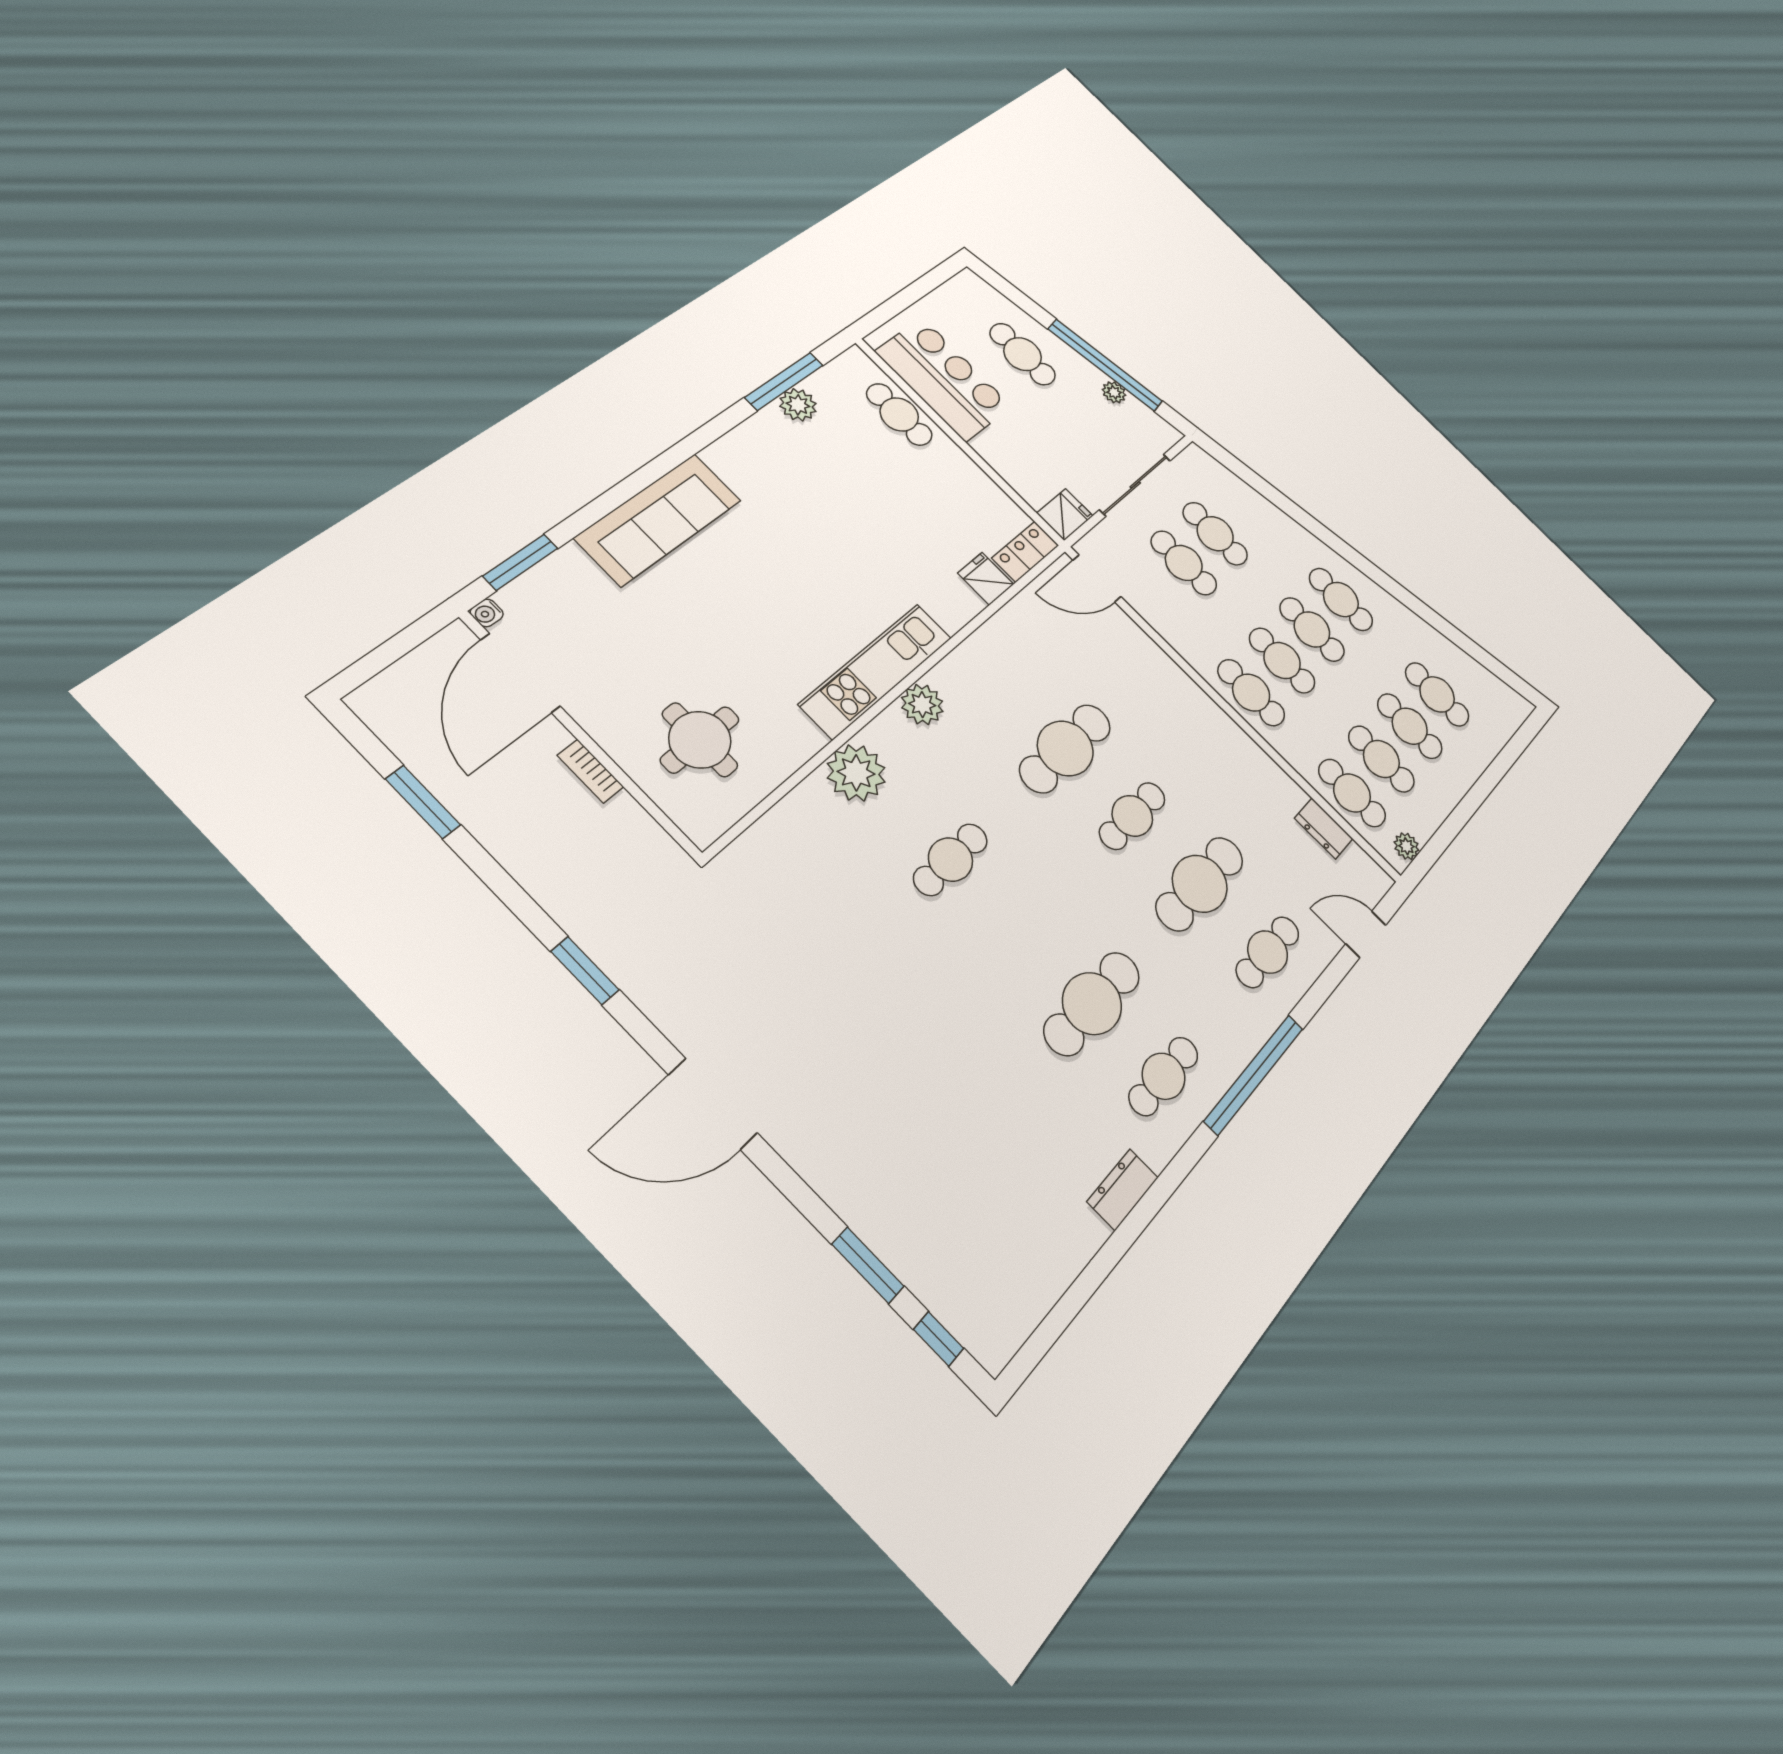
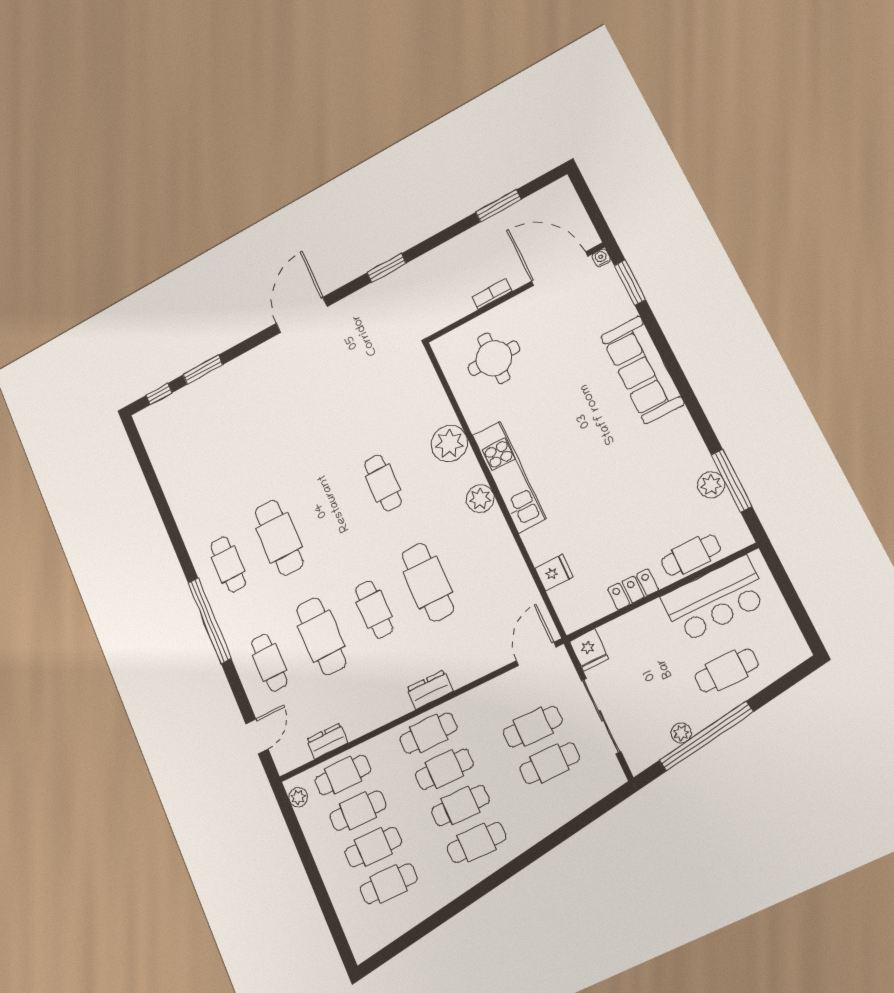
locker: (1025, 552) -> (633, 589), moved, turned -90
dresser: (1123, 1189) -> (430, 690), moved, turned -90

